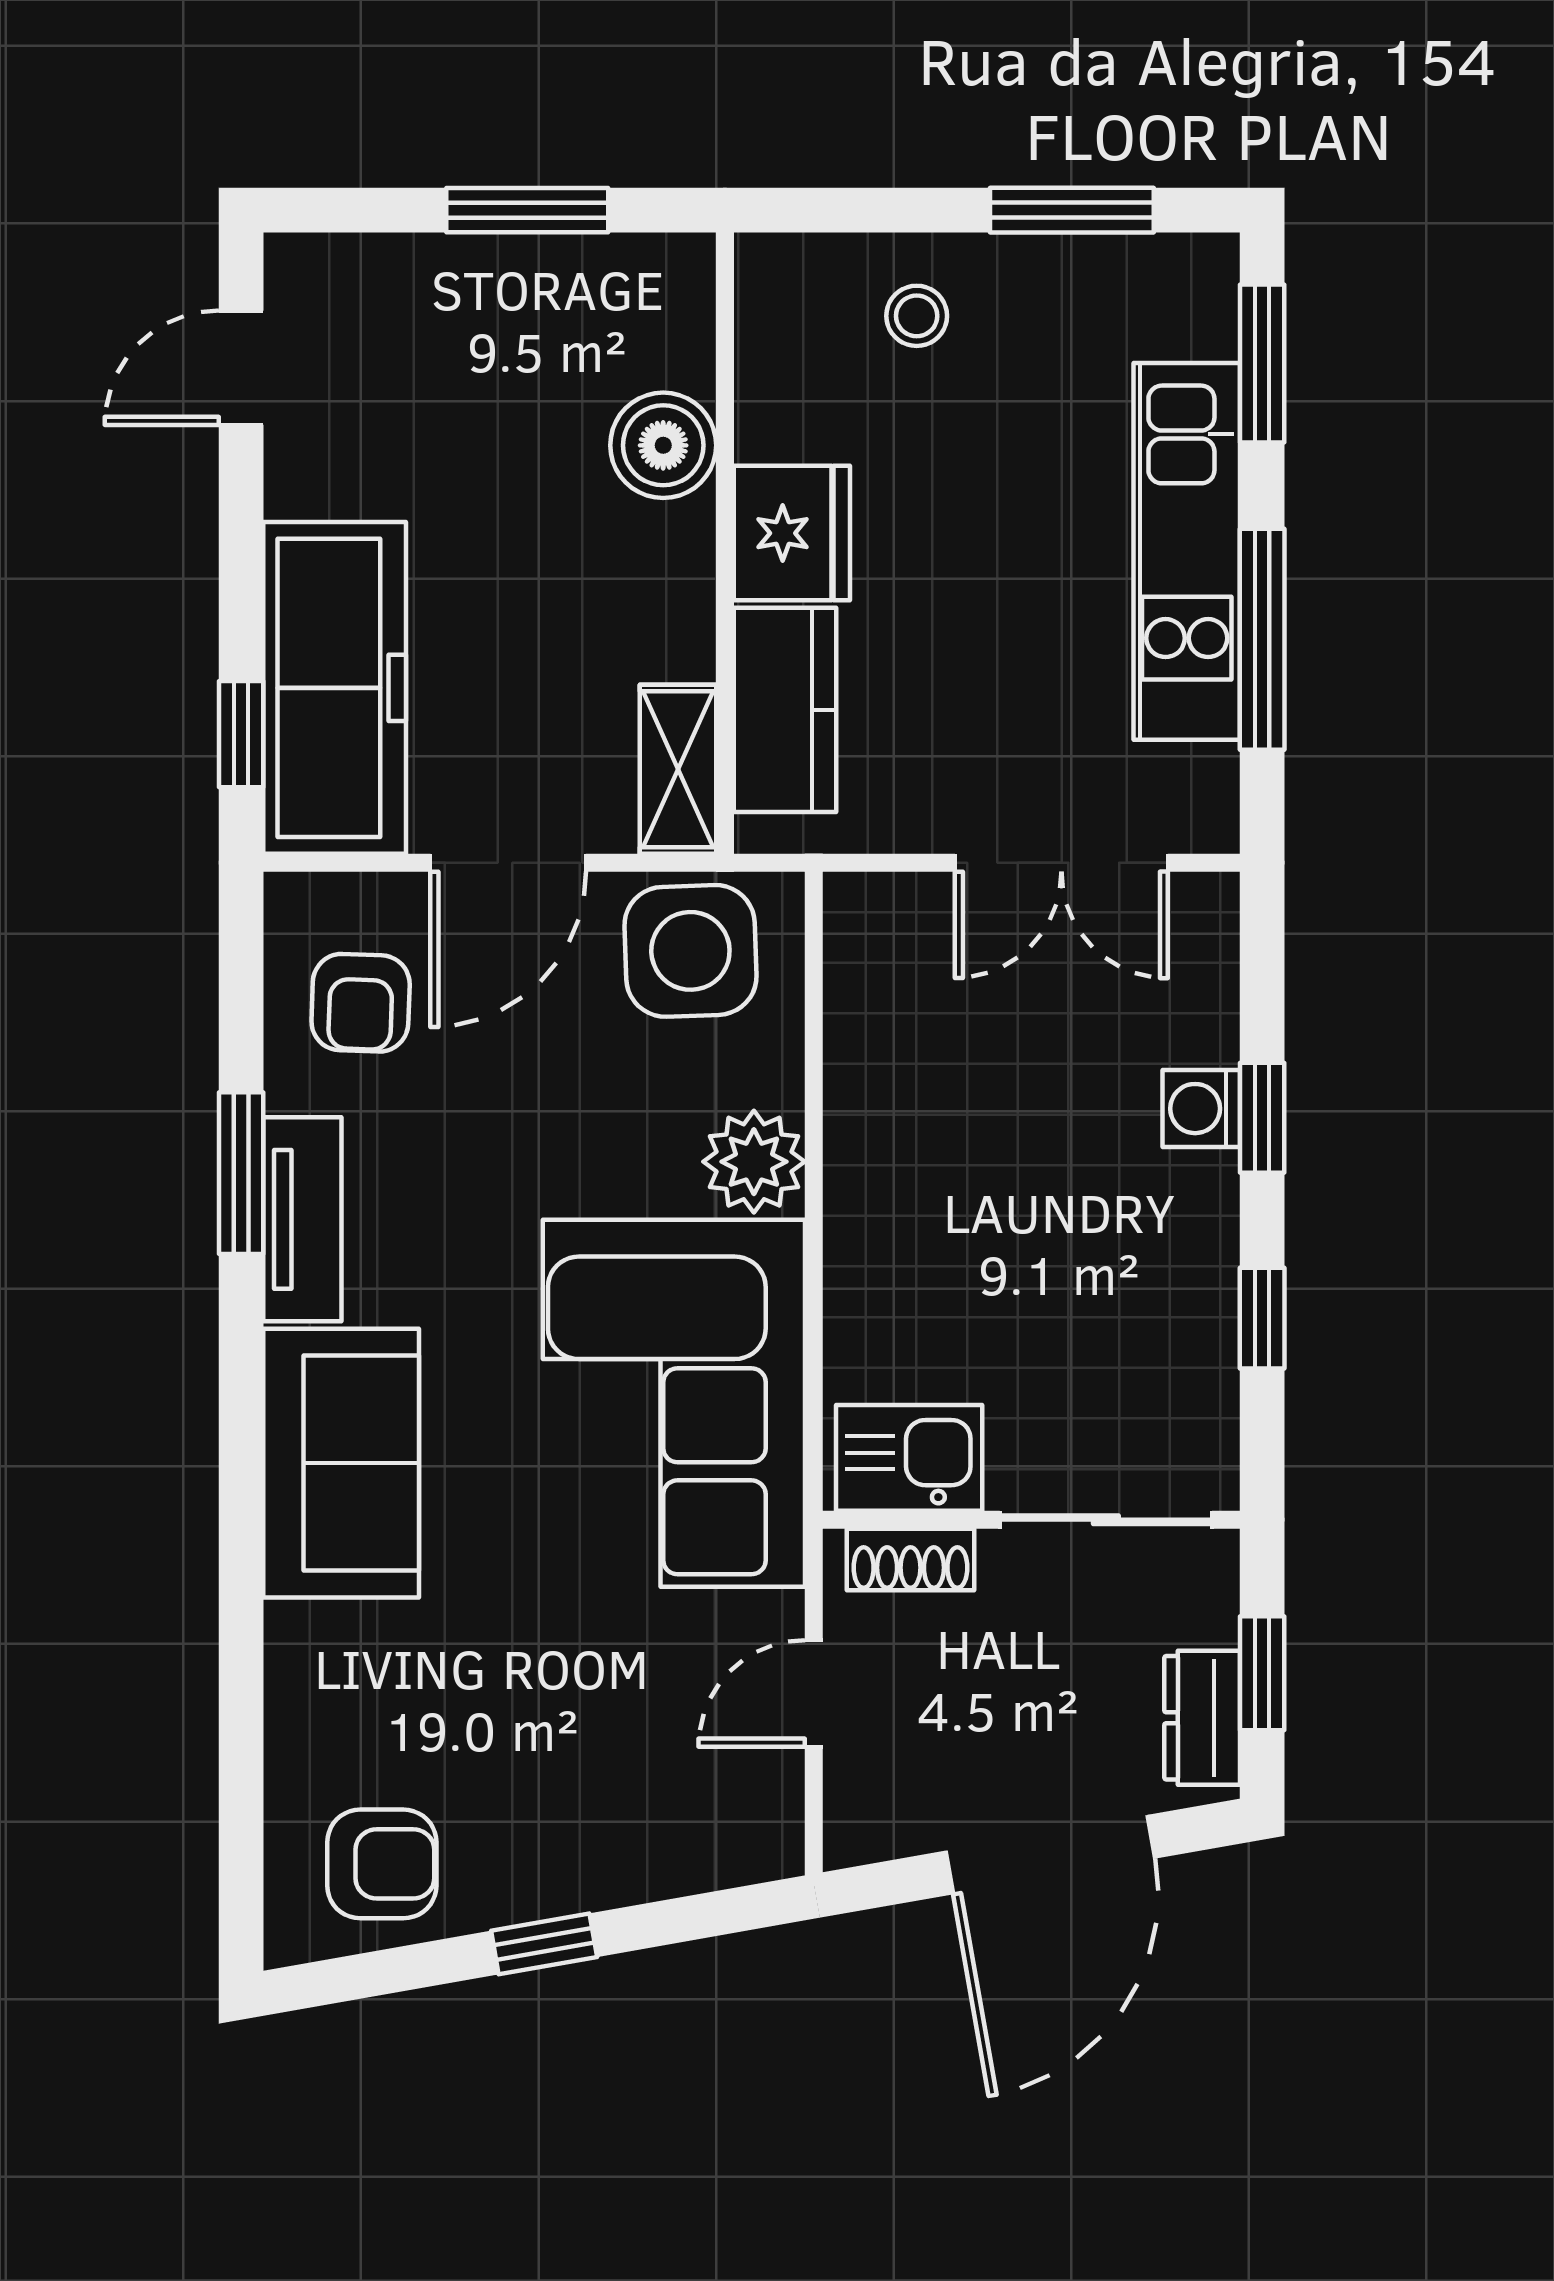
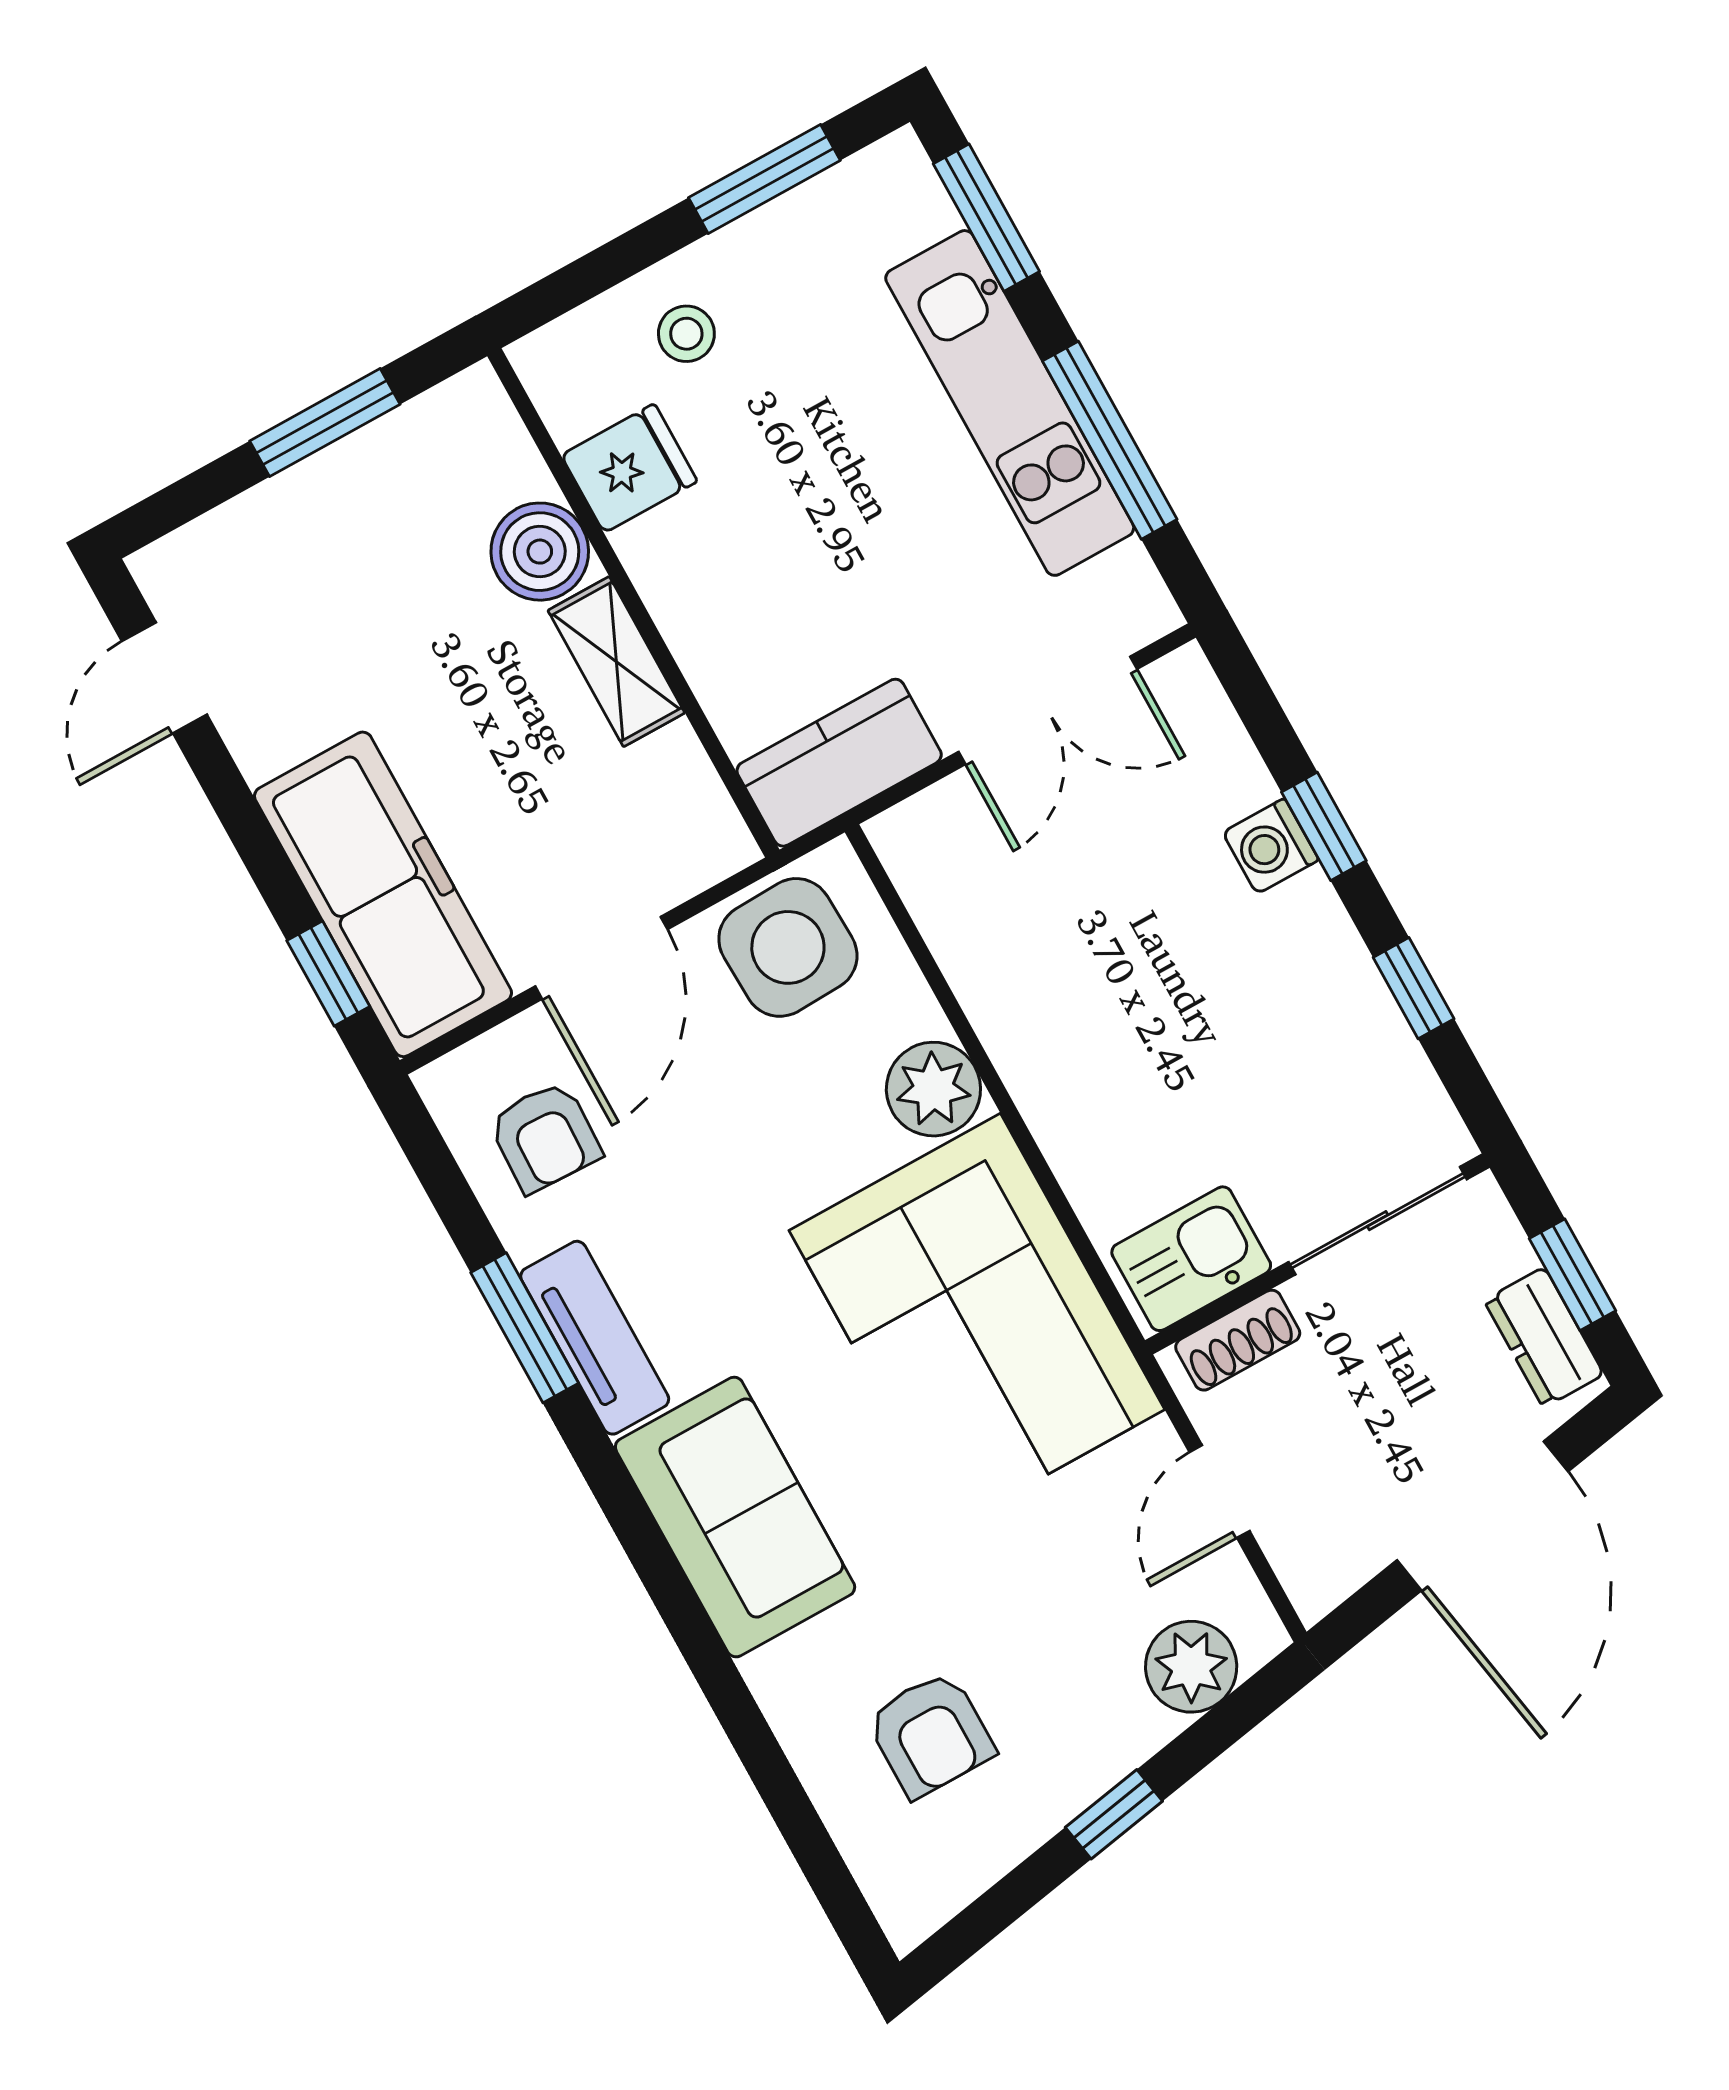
fridge: (792, 533) -> (629, 468), moved, width x0.72
kitchen counter: (785, 710) -> (839, 763), moved, turned -90
shelving: (678, 769) -> (616, 662), moved
plant: (695, 1845) -> (1191, 1667), added
armchair: (382, 1864) -> (931, 1734), moved, turned 90

